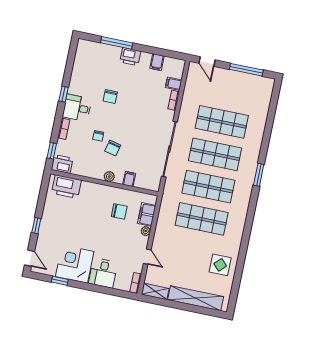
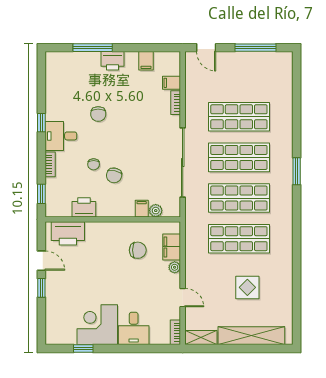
printer: (62, 164) -> (84, 207), moved
plant: (109, 176) -> (156, 211), moved
door: (30, 258) -> (41, 261), moved
display table: (220, 265) -> (247, 287), moved

